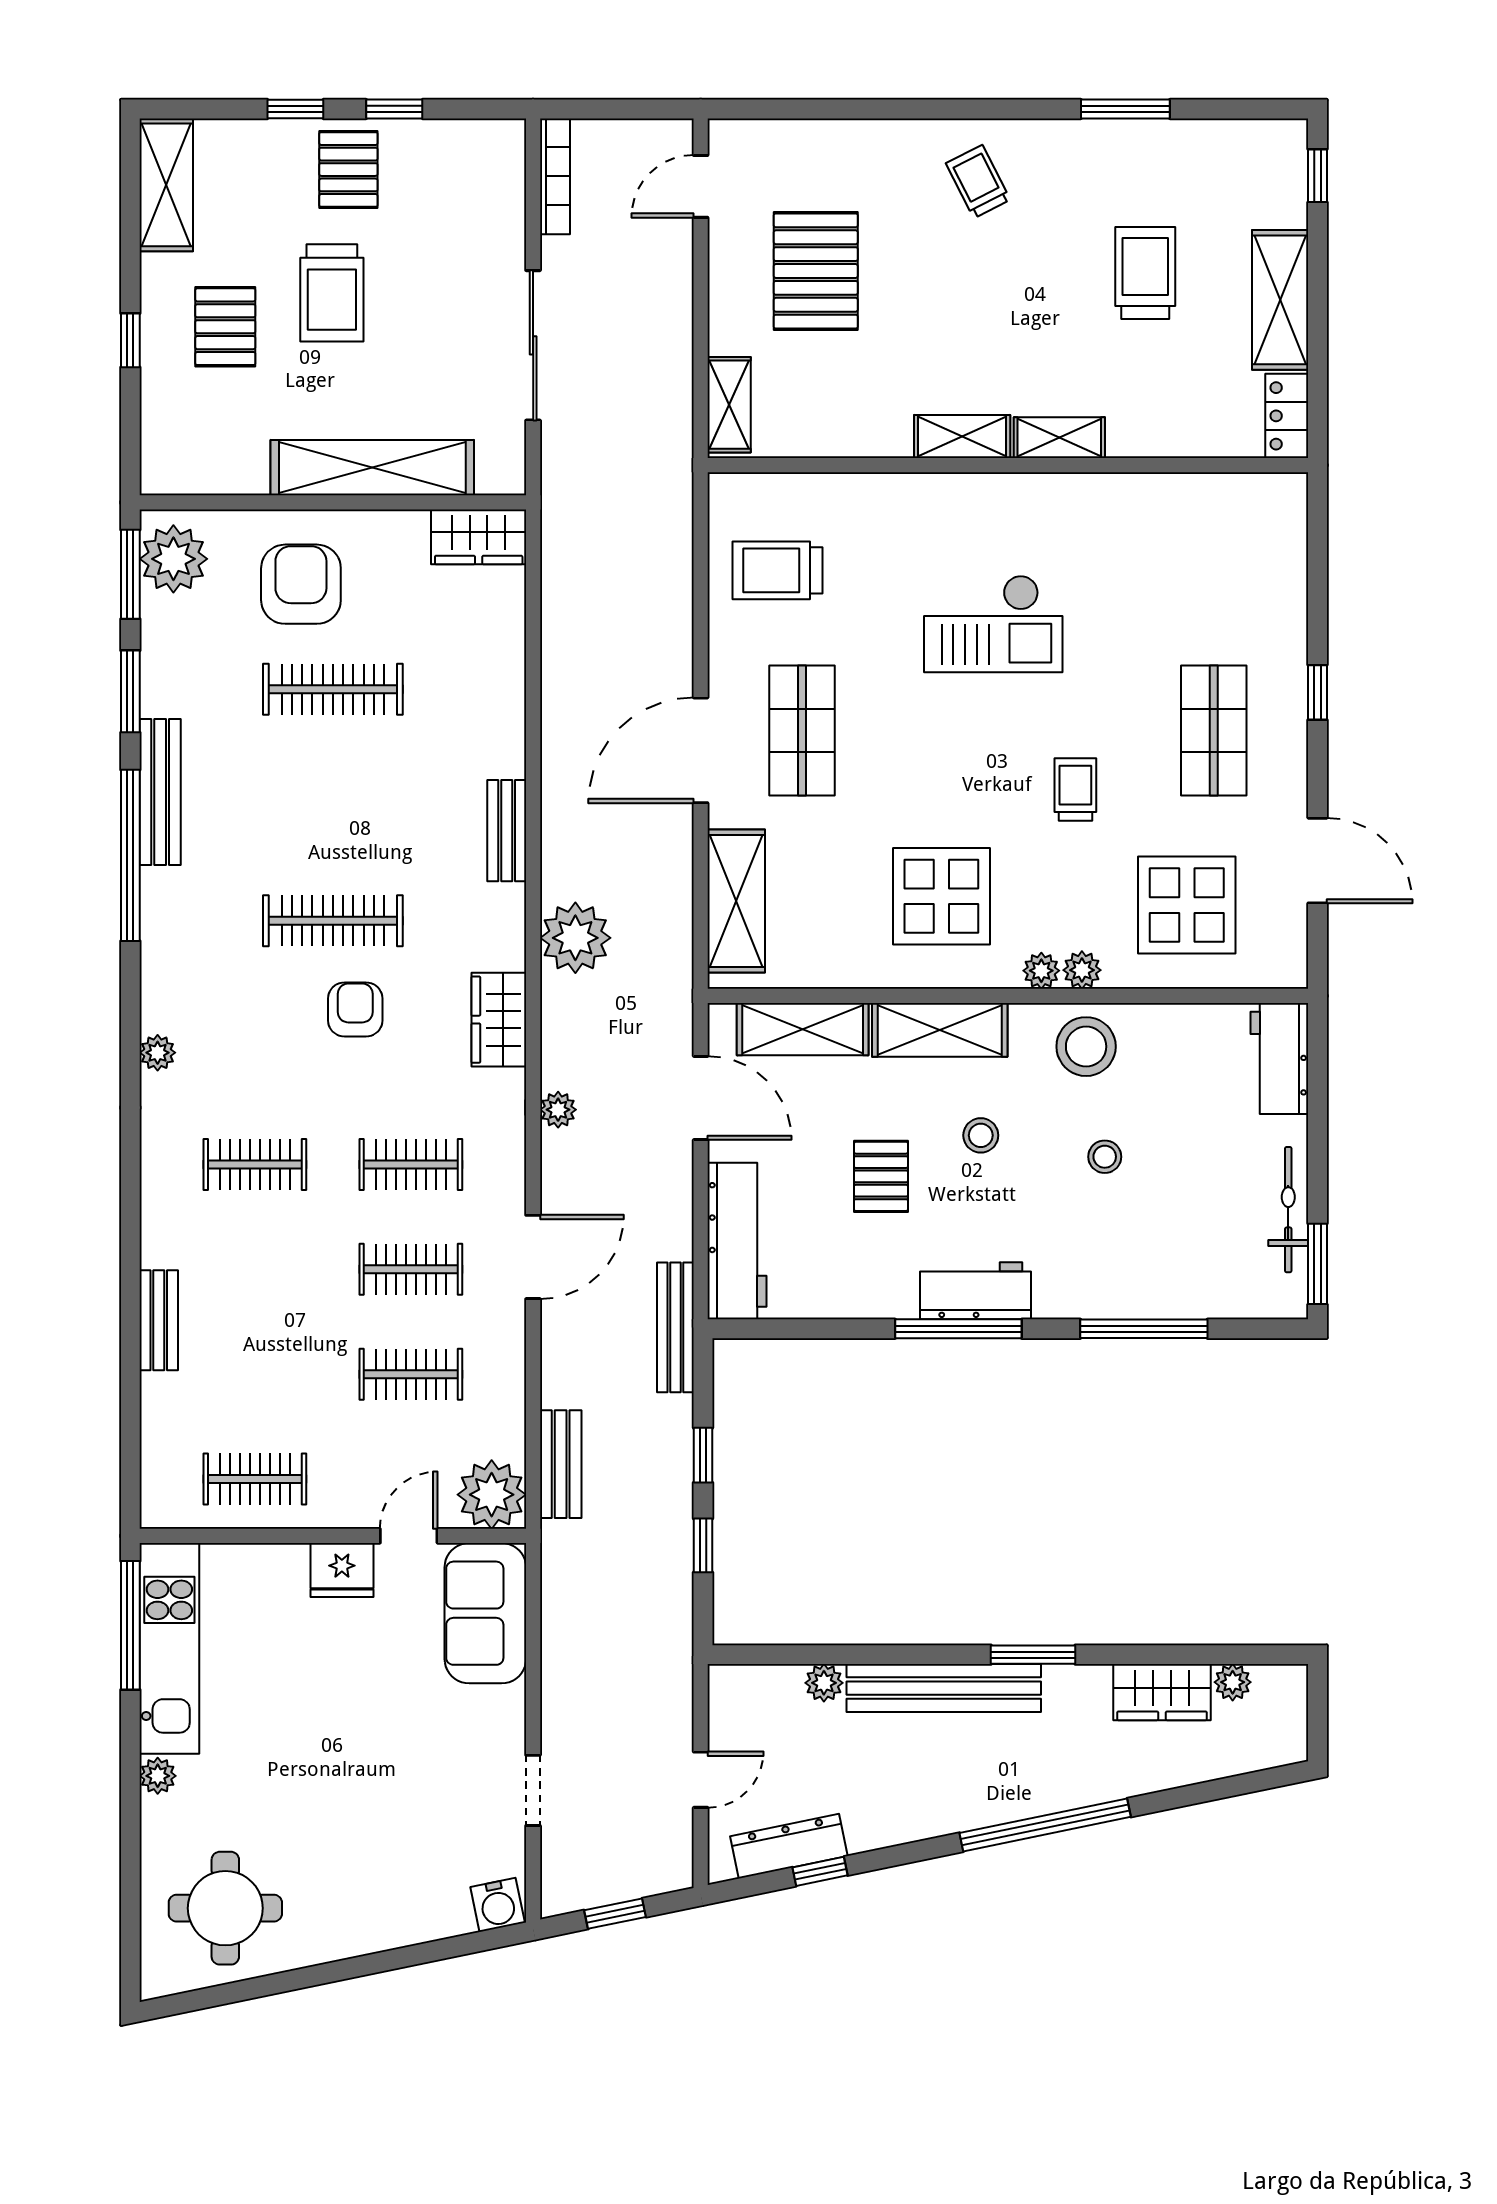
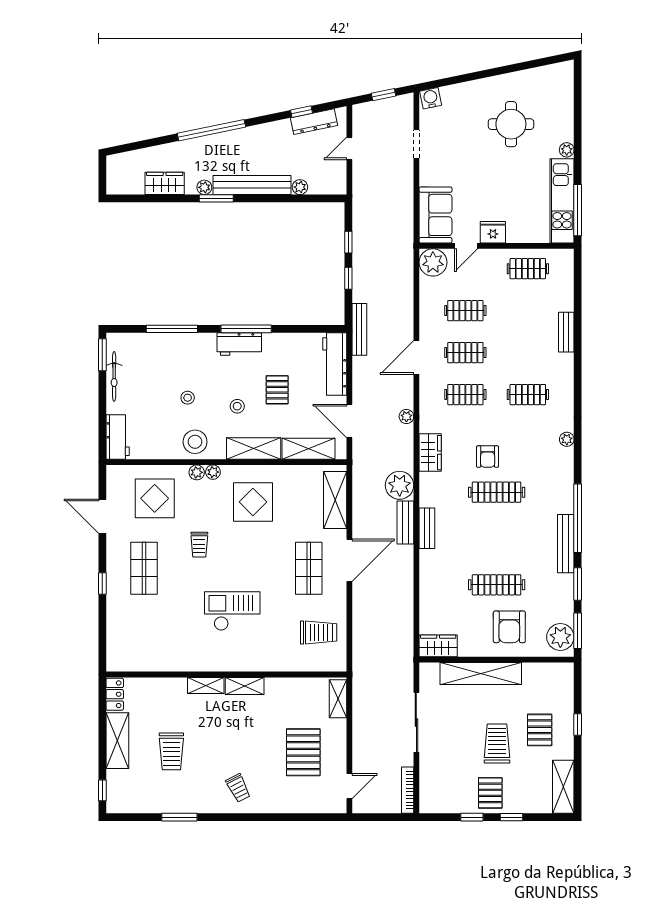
bench: (561, 1464) -> (405, 523), moved
plant: (1233, 1682) -> (204, 187), moved
round table: (225, 1908) -> (511, 124), moved

